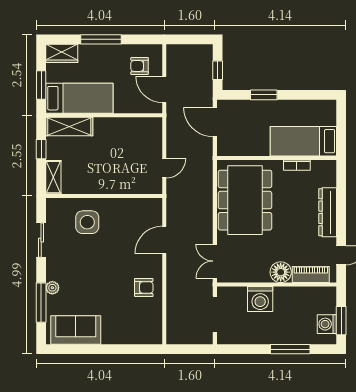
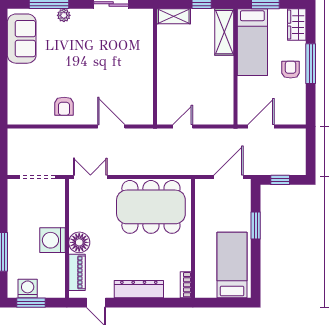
armchair: (139, 66) -> (291, 70), moved
bed: (303, 141) -> (232, 265), moved
bookcase: (297, 165) -> (186, 285), moved
door: (164, 168) -> (183, 127), swing flipped
side table: (87, 222) -> (129, 50), removed
washing machine: (260, 299) -> (52, 240), moved

